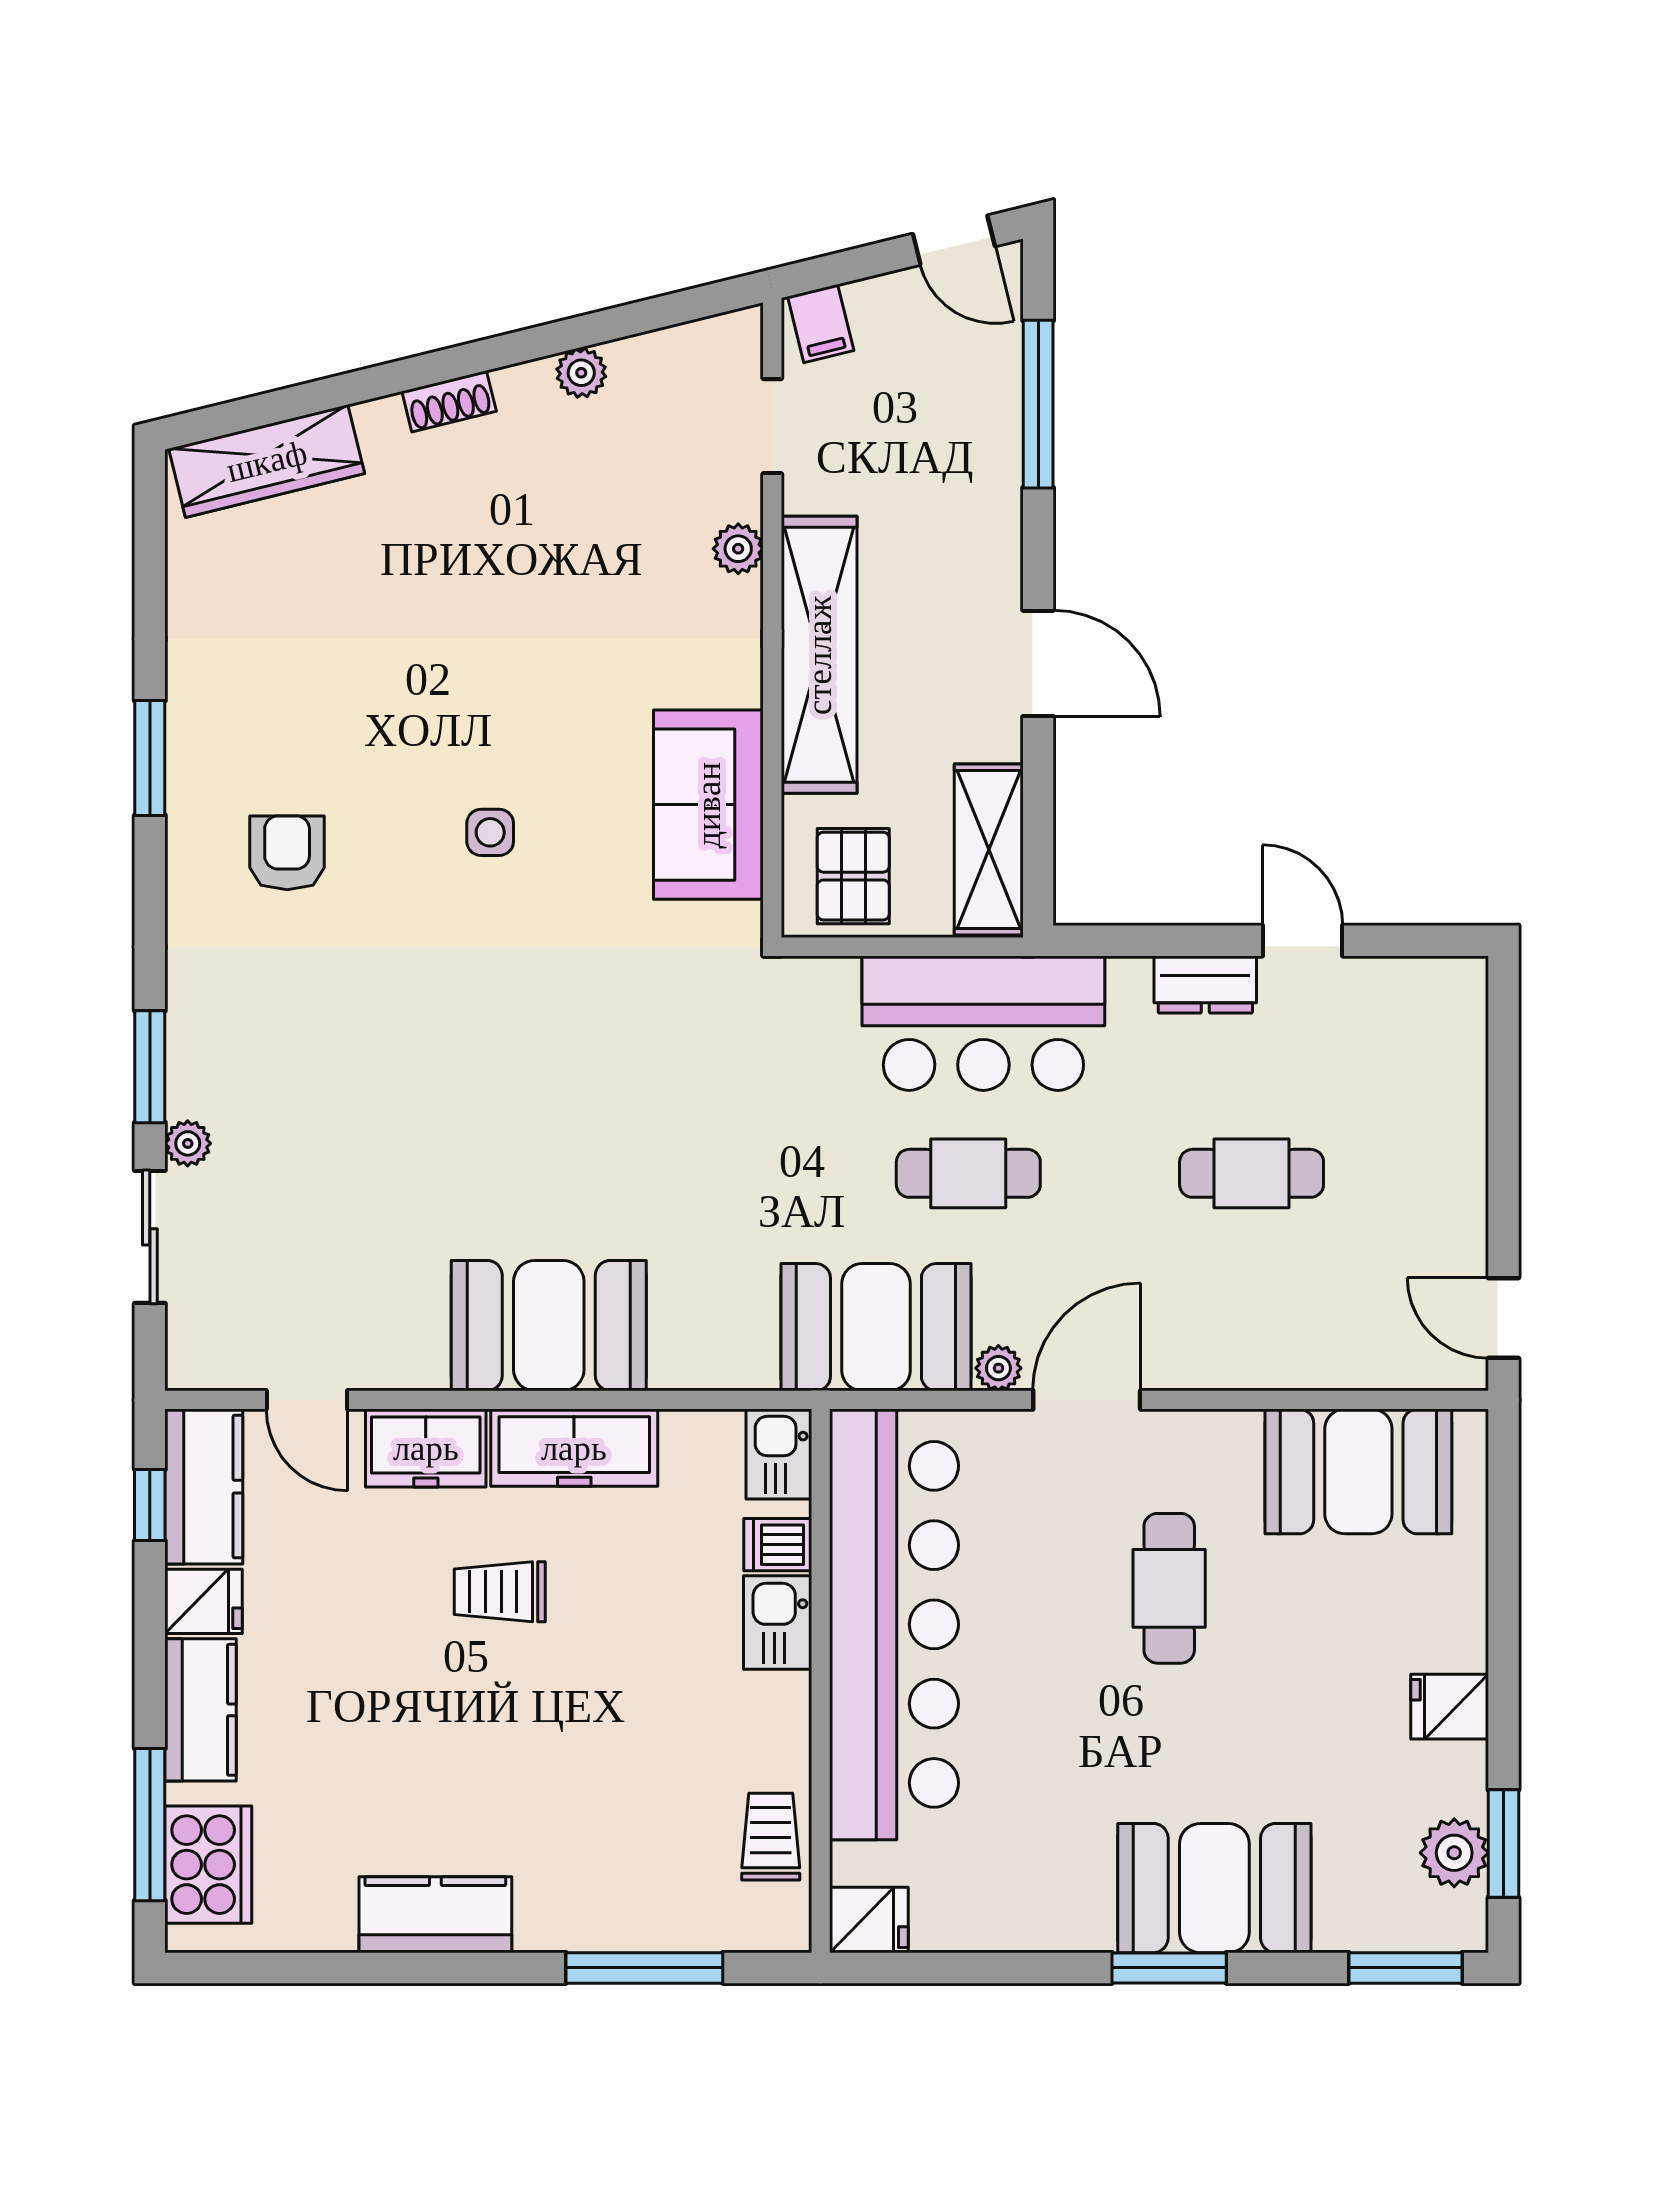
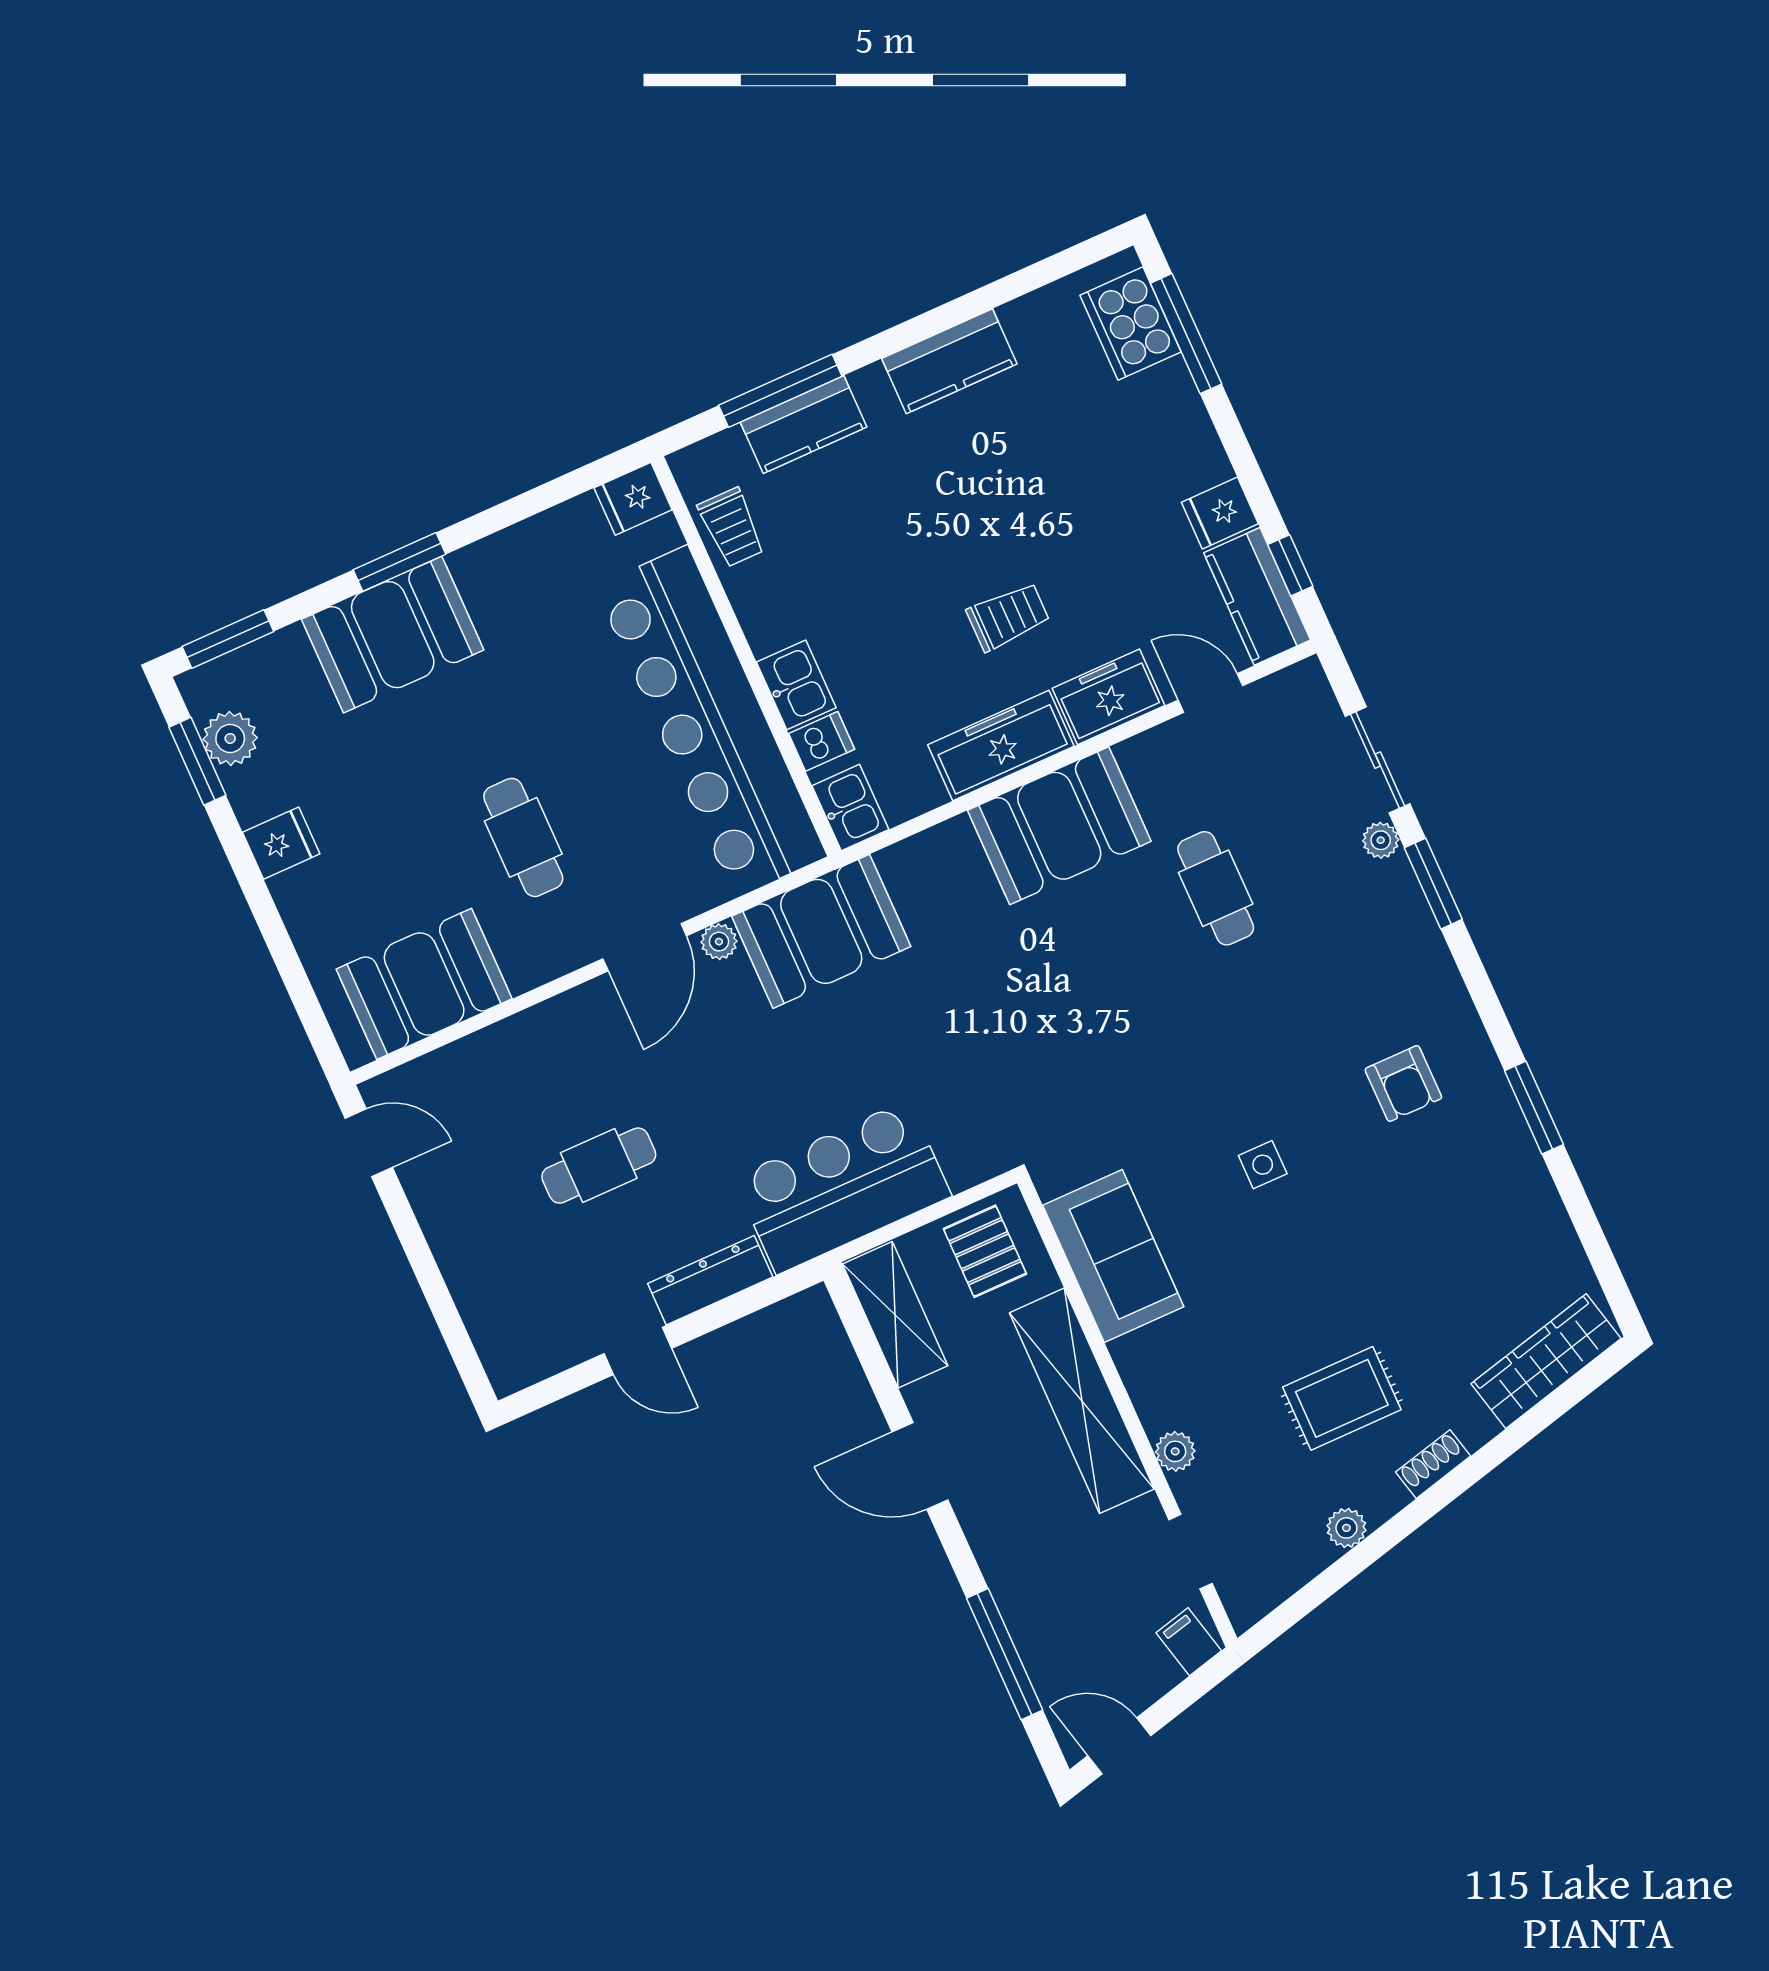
rug: (520, 524) -> (1342, 1398), added
dresser: (1205, 984) -> (710, 1280), width x1.44
cafe table: (968, 1173) -> (1216, 888), moved, turned 90
kitchen counter: (201, 1710) -> (804, 425), moved, turned -90

